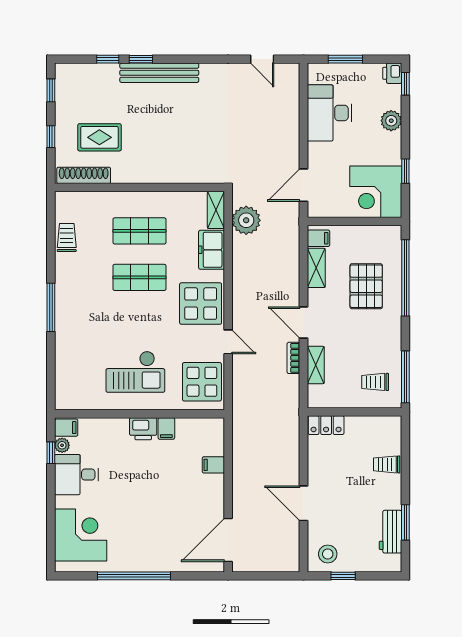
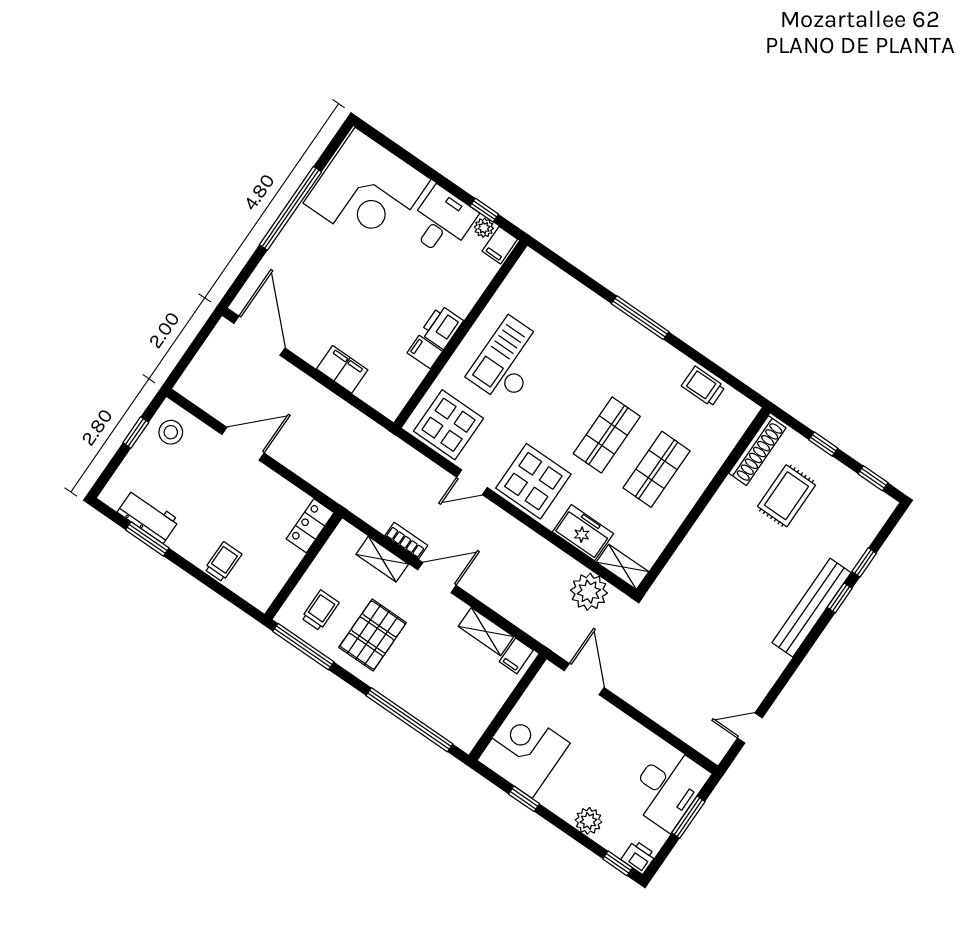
desk: (329, 113) -> (668, 787), moved, turned 90
trolley: (67, 238) -> (703, 386), turned 180
pallet: (366, 286) -> (373, 635), moved, turned 90
filing cabinet: (213, 465) -> (342, 369), width x2.00
corner desk: (81, 535) -> (367, 191), width x1.36, depth x1.36

